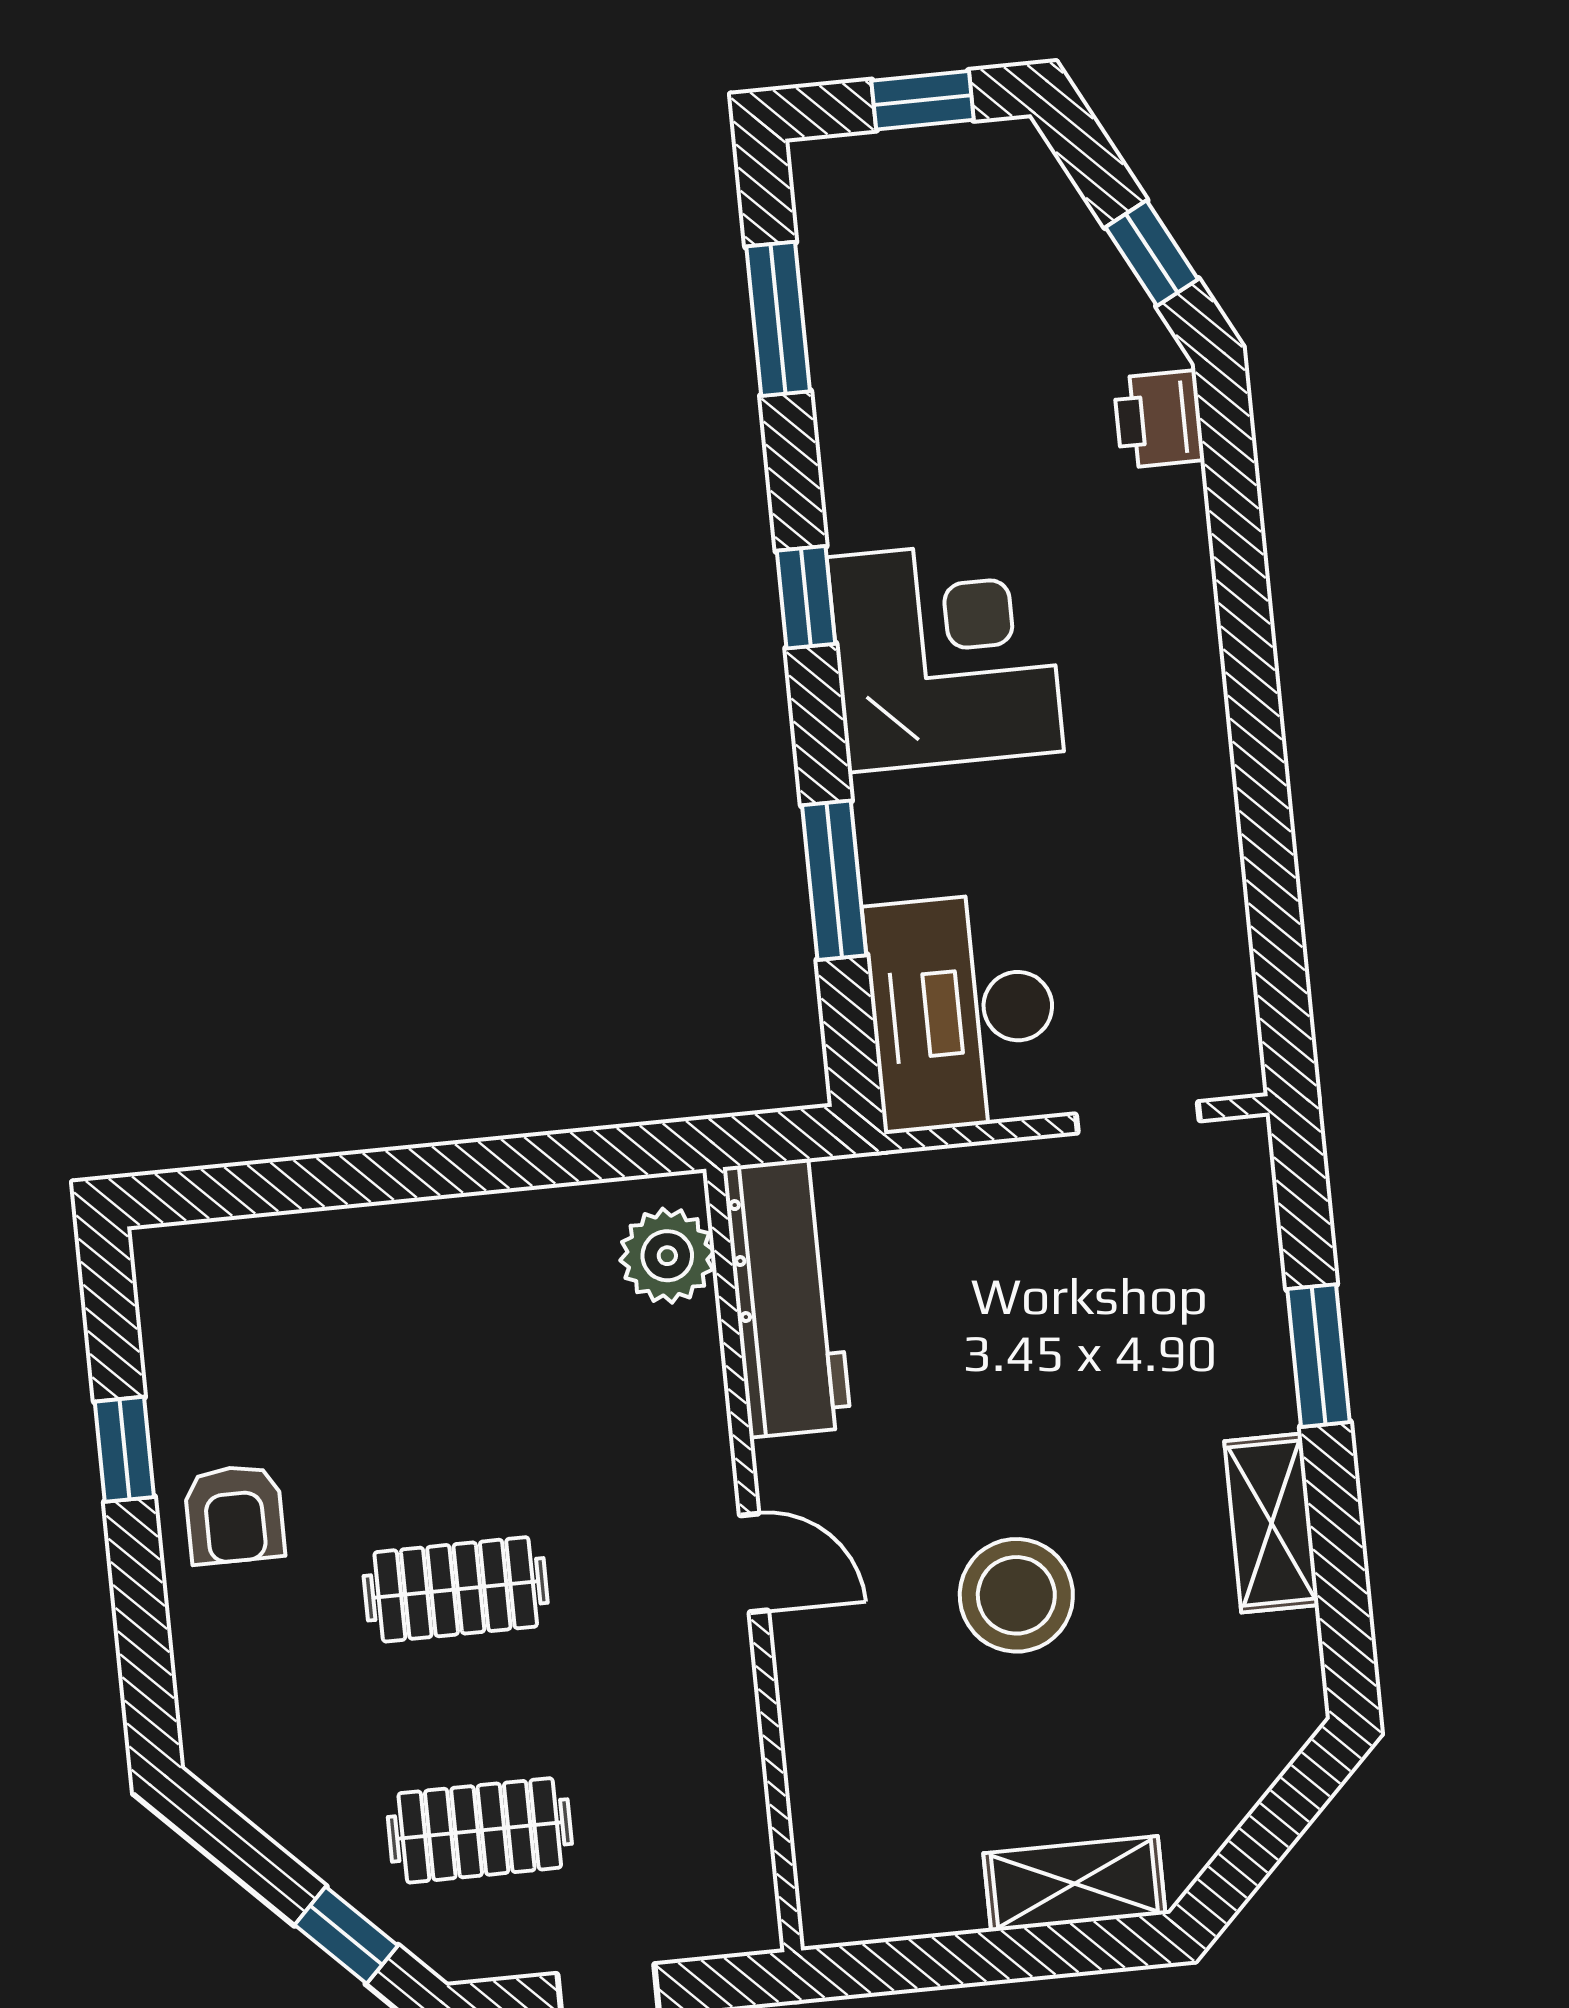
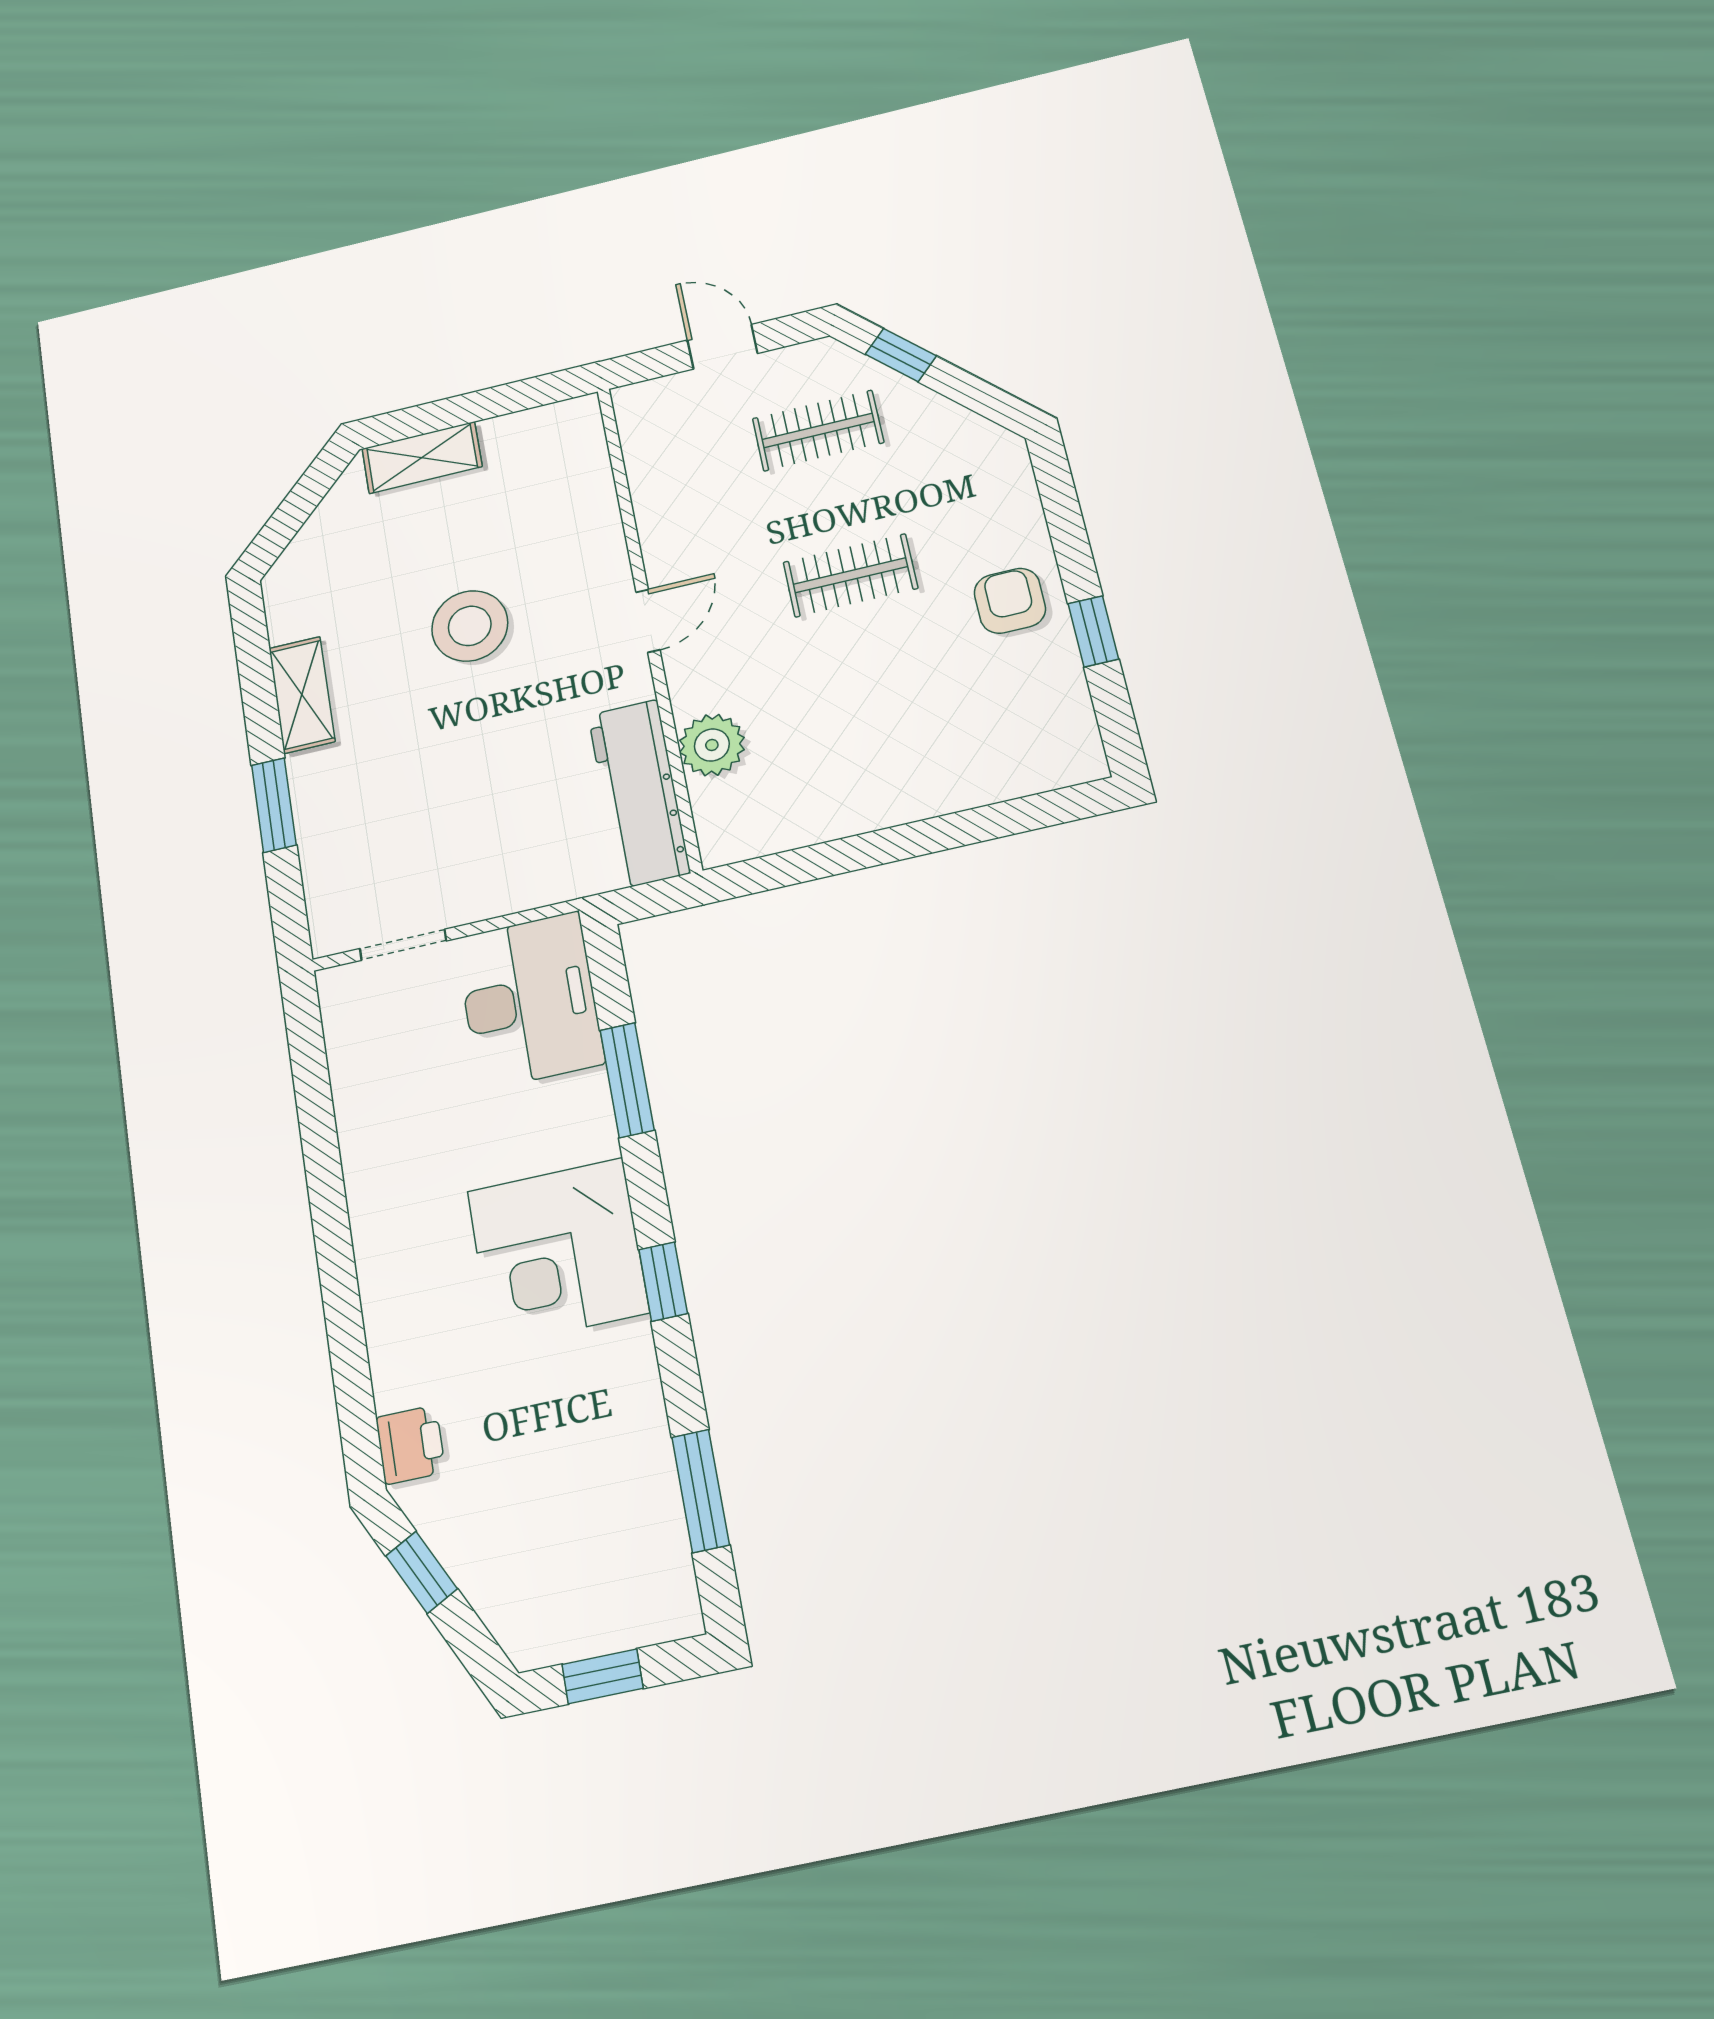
plant: (667, 1256) -> (712, 745), moved
door: (754, 1563) -> (648, 621), swing flipped

